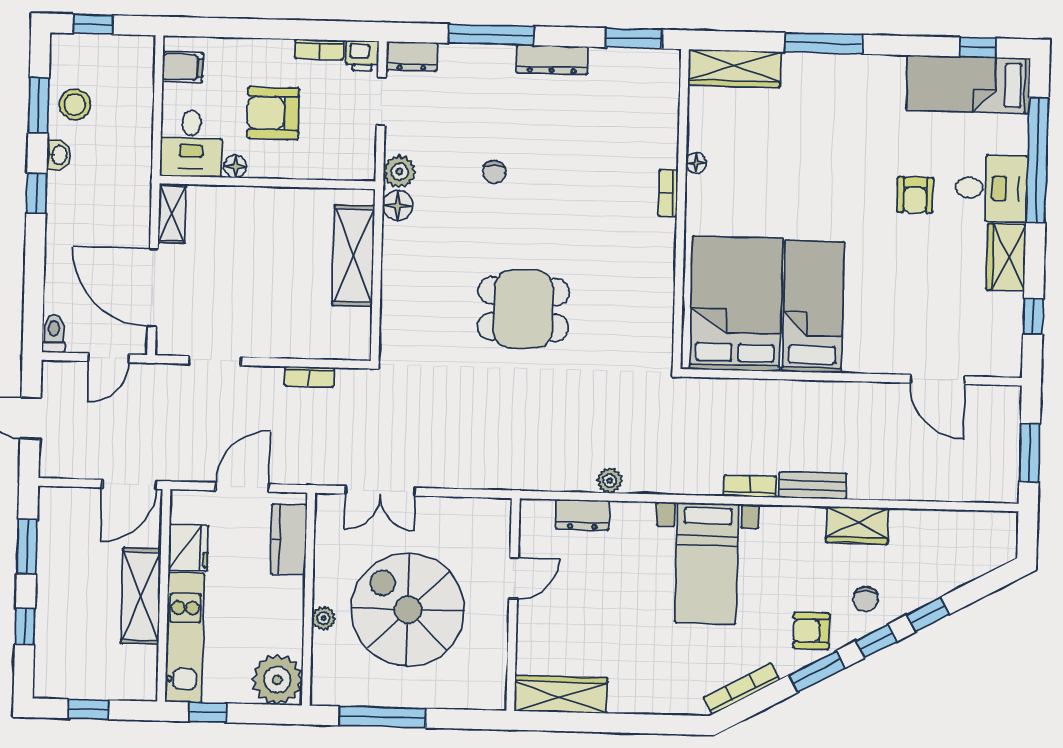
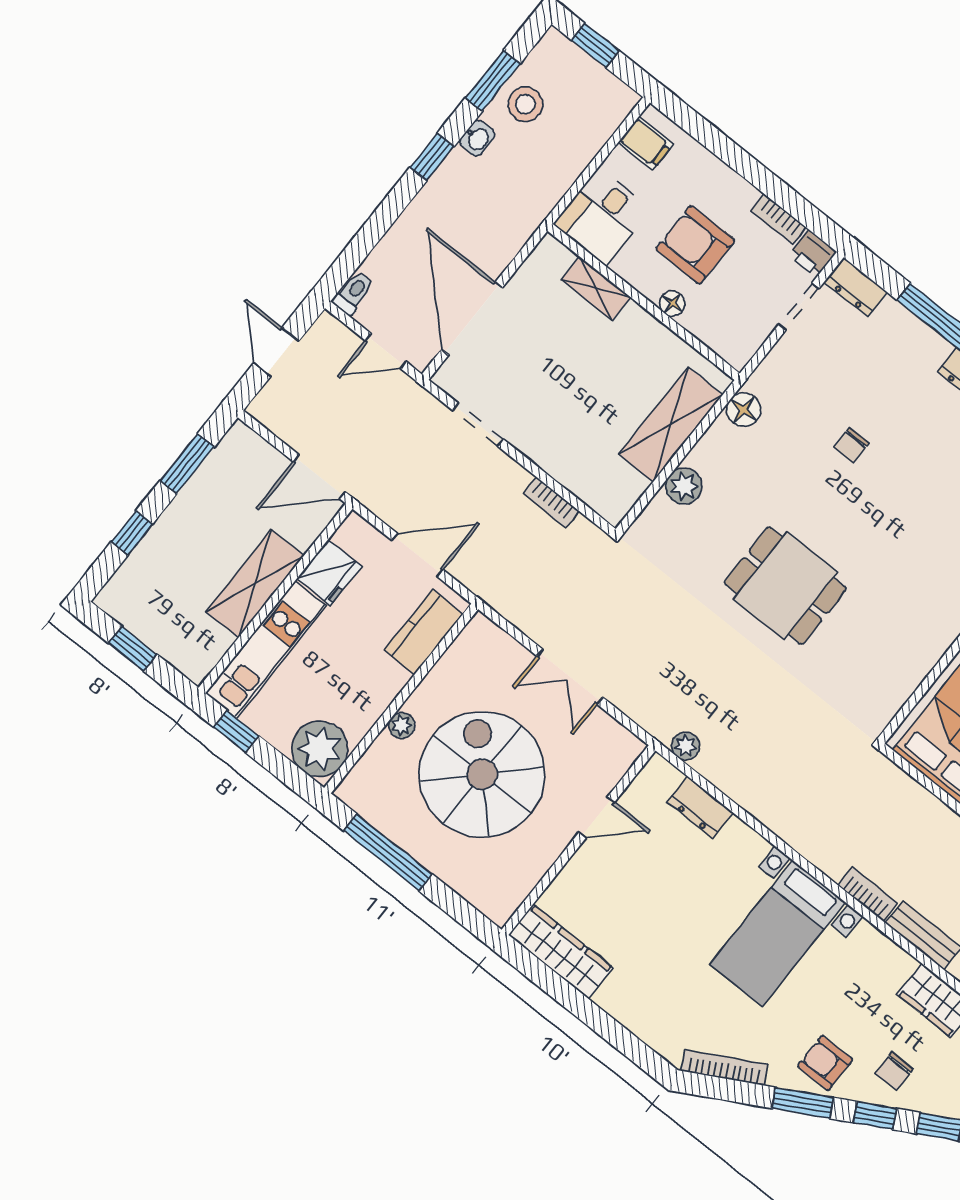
floor lamp: (235, 166) -> (672, 303), moved
plant: (399, 172) -> (684, 486), moved
shelving: (172, 213) -> (596, 288), moved, turned 90
plant: (610, 481) -> (686, 746), moved
double door: (380, 491) -> (570, 677), moved

